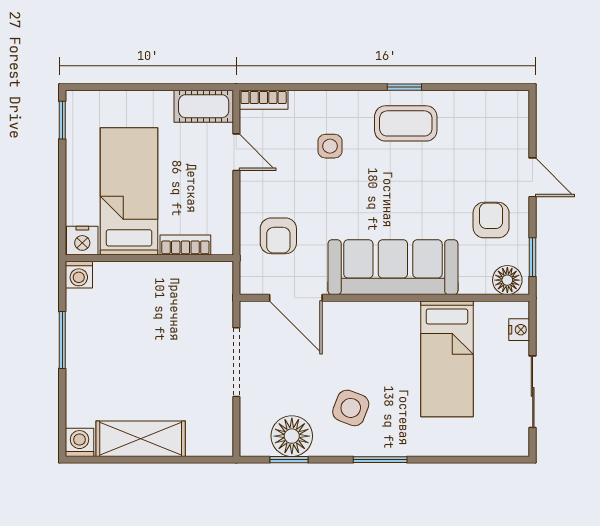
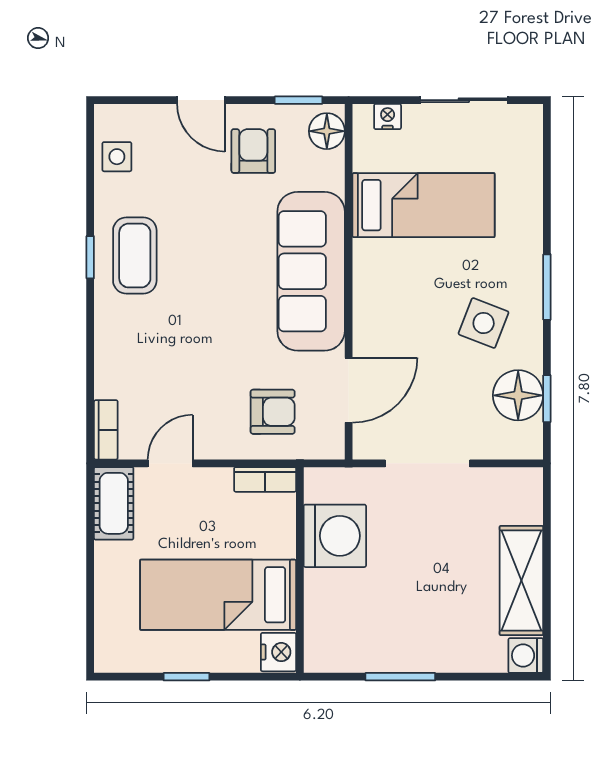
window: (62, 120) -> (187, 677), moved
side table: (330, 146) -> (117, 157), moved
door: (533, 177) -> (201, 100), swing flipped
armchair: (491, 220) -> (253, 151), turned 90
bookcase: (185, 245) -> (265, 479), moved, turned -90
washing machine: (79, 275) -> (335, 536), moved, width x1.89, depth x1.89

